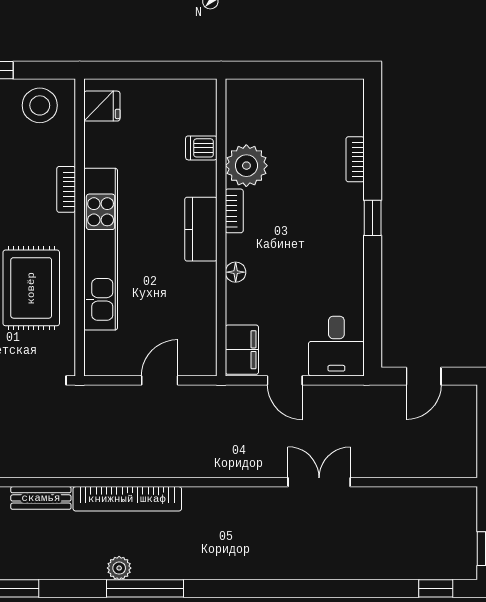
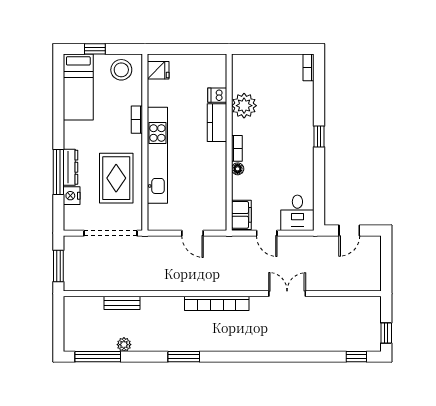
bookcase: (355, 159) -> (309, 67), moved
bookcase: (234, 211) -> (237, 148), moved
kitchen counter: (201, 229) -> (217, 123), moved
door: (160, 380) -> (193, 233), swing flipped
bookcase: (127, 499) -> (217, 303), moved
plant: (119, 568) -> (124, 345), moved
window: (145, 588) -> (184, 357), width x0.69

